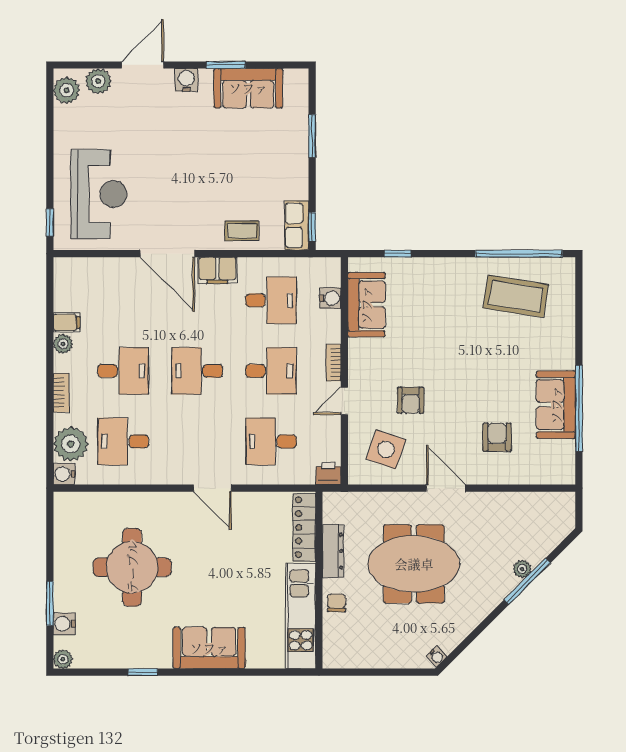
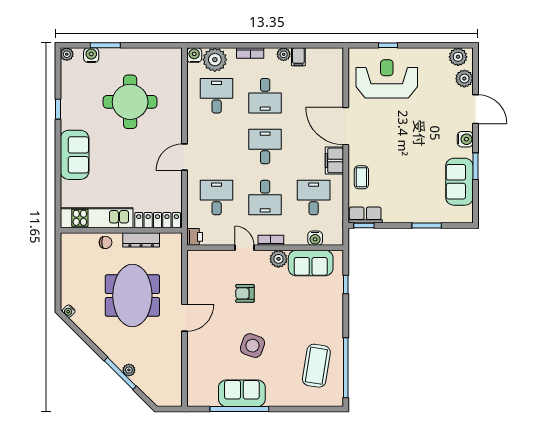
reception desk: (99, 194) -> (387, 79), turned 180
window: (50, 222) -> (388, 45), moved
door: (167, 254) -> (346, 126), hinge flipped
desk: (271, 300) -> (314, 197), turned 180
plant: (360, 351) -> (278, 259), added
armchair: (497, 437) -> (220, 353), removed
side table: (386, 449) -> (252, 346), moved

